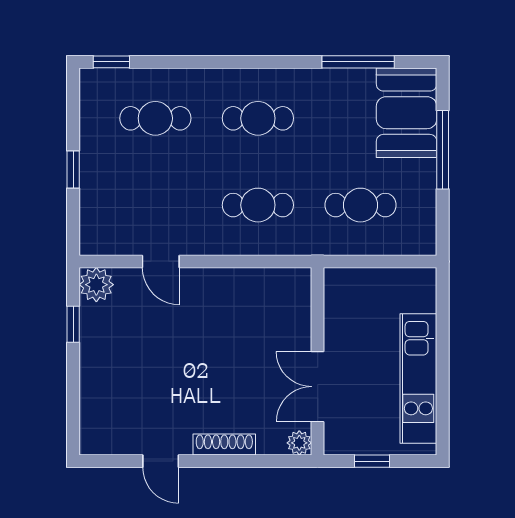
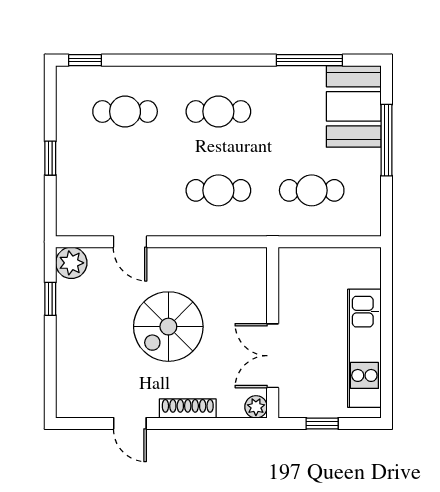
spiral stairs: (203, 355) -> (168, 327), added

